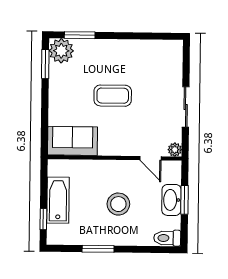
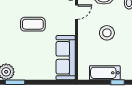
coffee table: (113, 96) -> (33, 24), moved, turned 90
sofa: (73, 141) -> (66, 58), width x1.36

